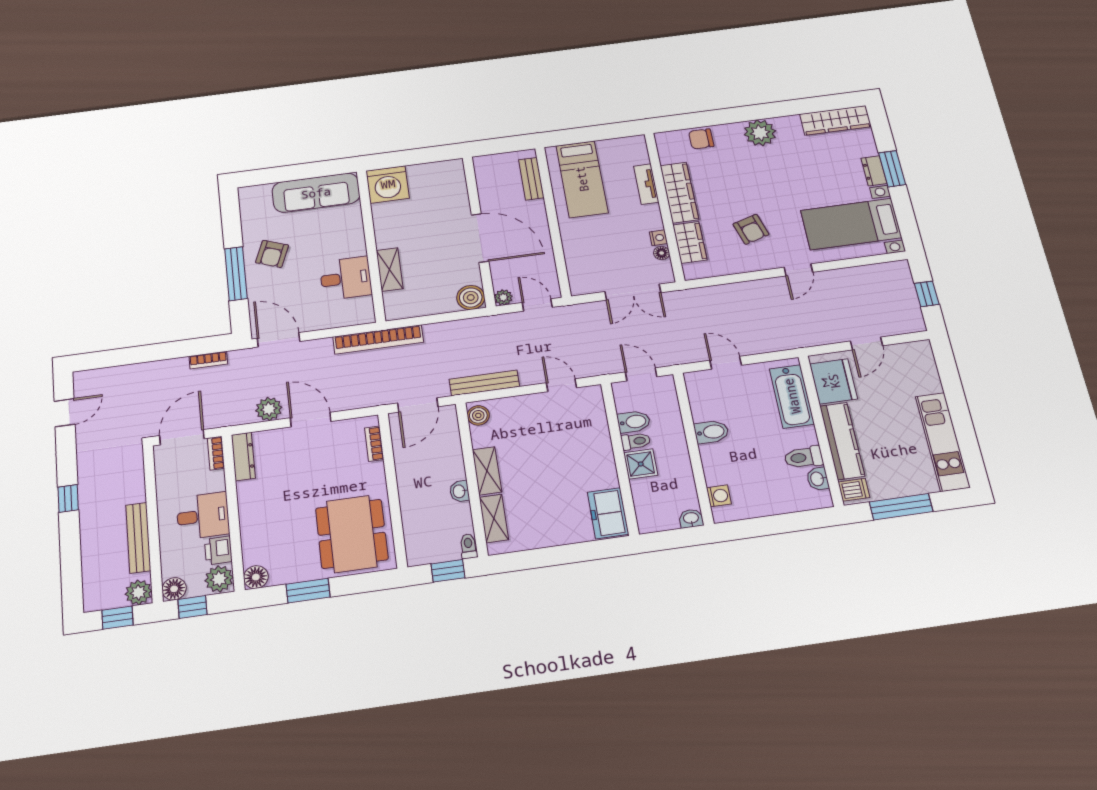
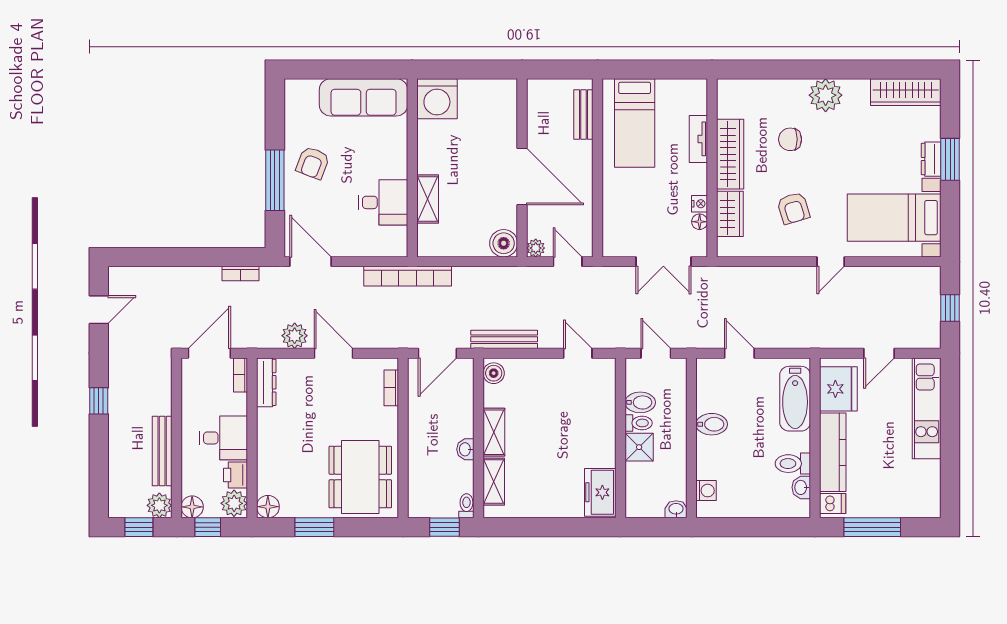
chair: (701, 139) -> (790, 139), moved
kitchen unit: (943, 442) -> (927, 408), moved

